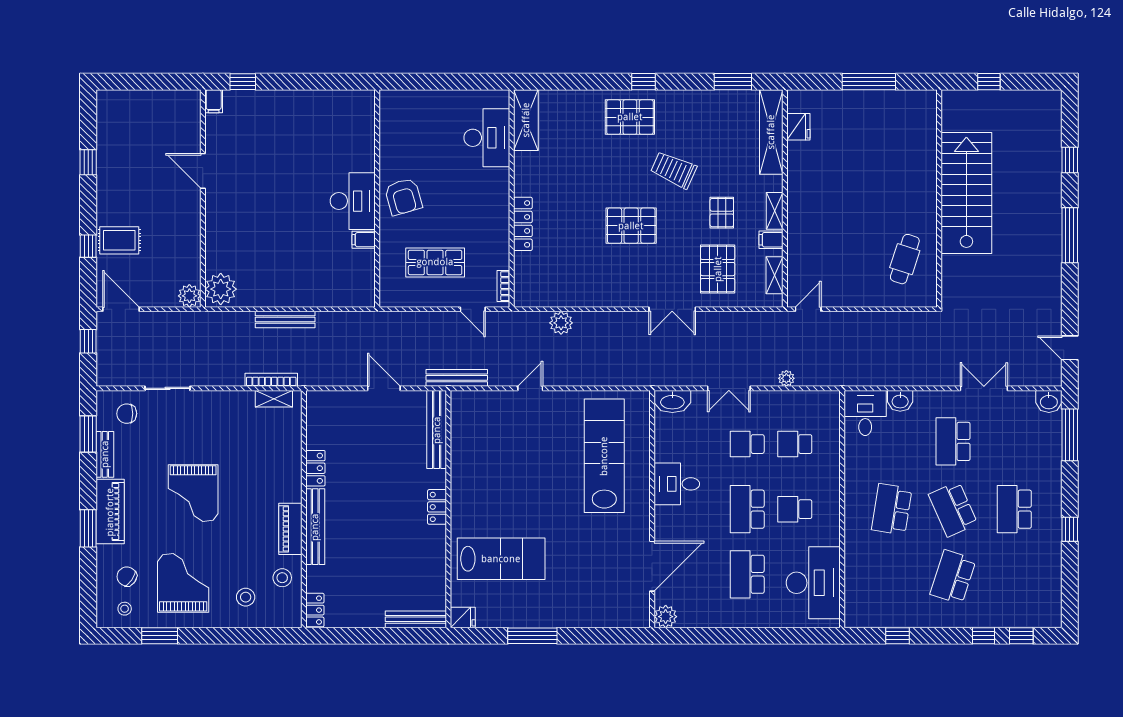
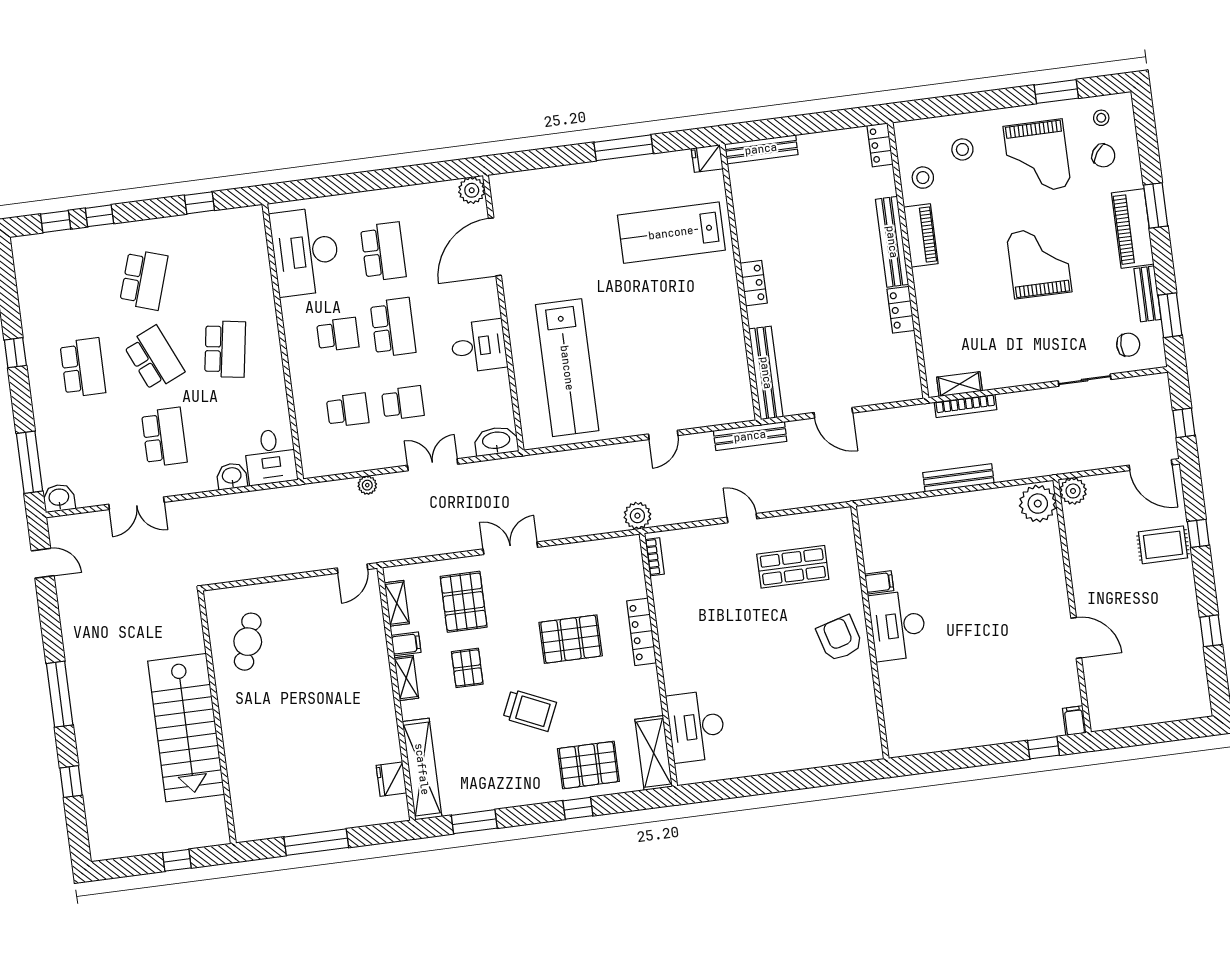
shelving: (526, 120) -> (654, 753), moved
desk: (487, 138) -> (696, 727), moved
wall: (512, 198) -> (658, 660), moved
locker: (523, 224) -> (641, 632), moved
bookcase: (503, 286) -> (655, 557), moved

